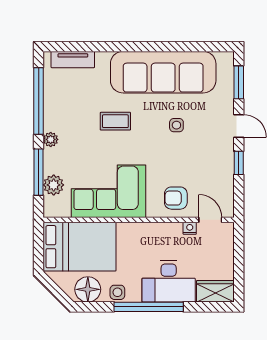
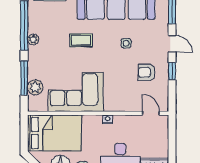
plant: (51, 139) -> (33, 39), moved
armchair: (176, 198) -> (147, 72), moved
nightstand: (190, 228) -> (108, 119), moved

